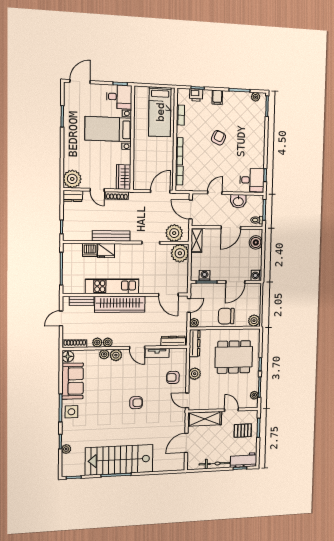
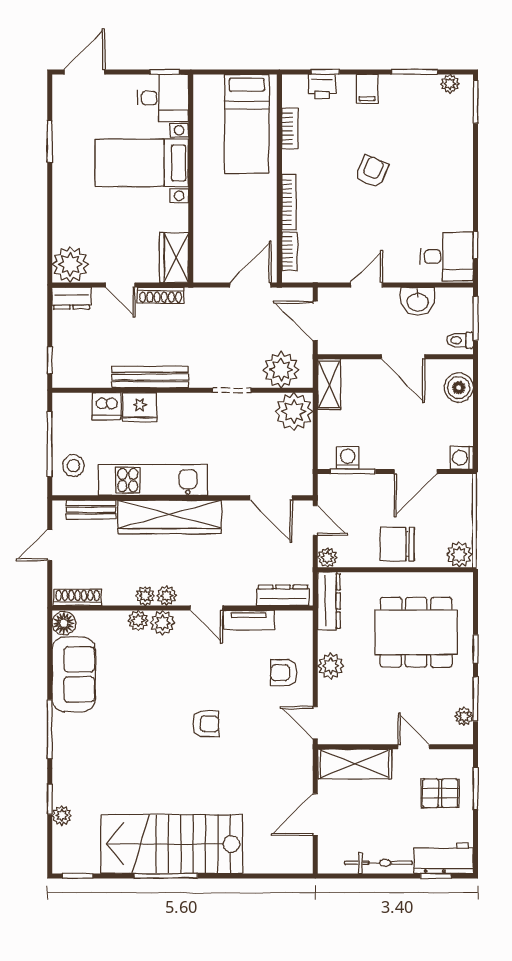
door: (231, 228) -> (403, 357), hinge flipped
stool: (73, 279) -> (74, 466), added
door: (189, 305) -> (315, 521), hinge flipped
plant: (97, 342) -> (167, 596), moved
side table: (71, 412) -> (72, 738), removed

